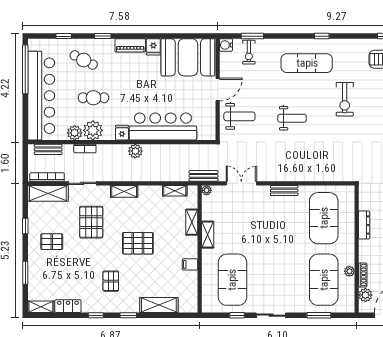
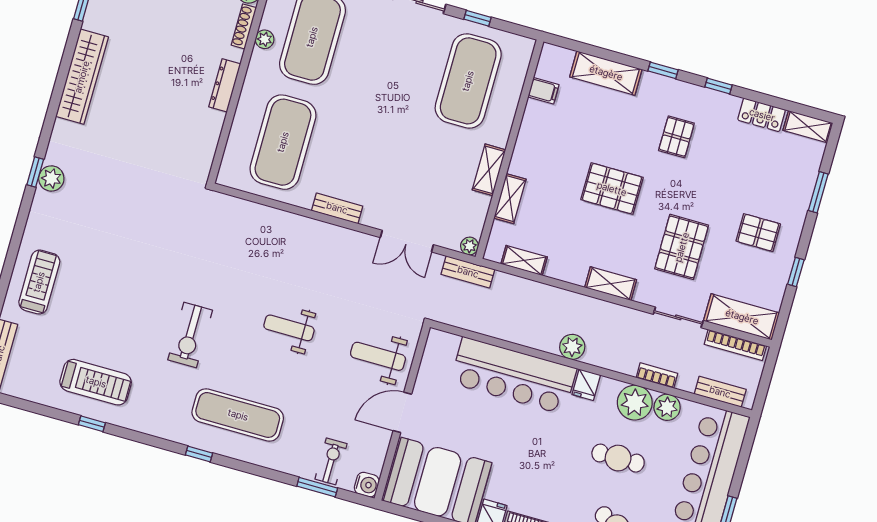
exercise bike: (345, 99) -> (190, 335), turned 180
dresser: (364, 225) -> (225, 85), moved
filing cabinet: (190, 264) -> (543, 91), moved

